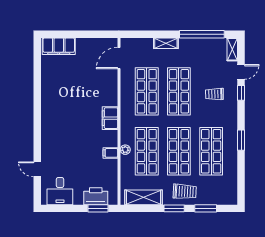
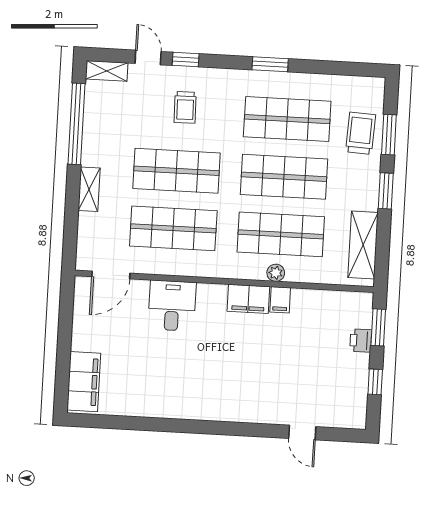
door: (119, 58) -> (111, 275), hinge flipped
filing cabinet: (110, 118) -> (248, 299), moved
door: (37, 169) -> (302, 433), hinge flipped
desk: (60, 191) -> (172, 306), moved, turned -90
trolley: (185, 192) -> (361, 133), moved
printer: (96, 196) -> (361, 340), width x0.53, depth x0.68
window: (68, 208) -> (375, 382), added

